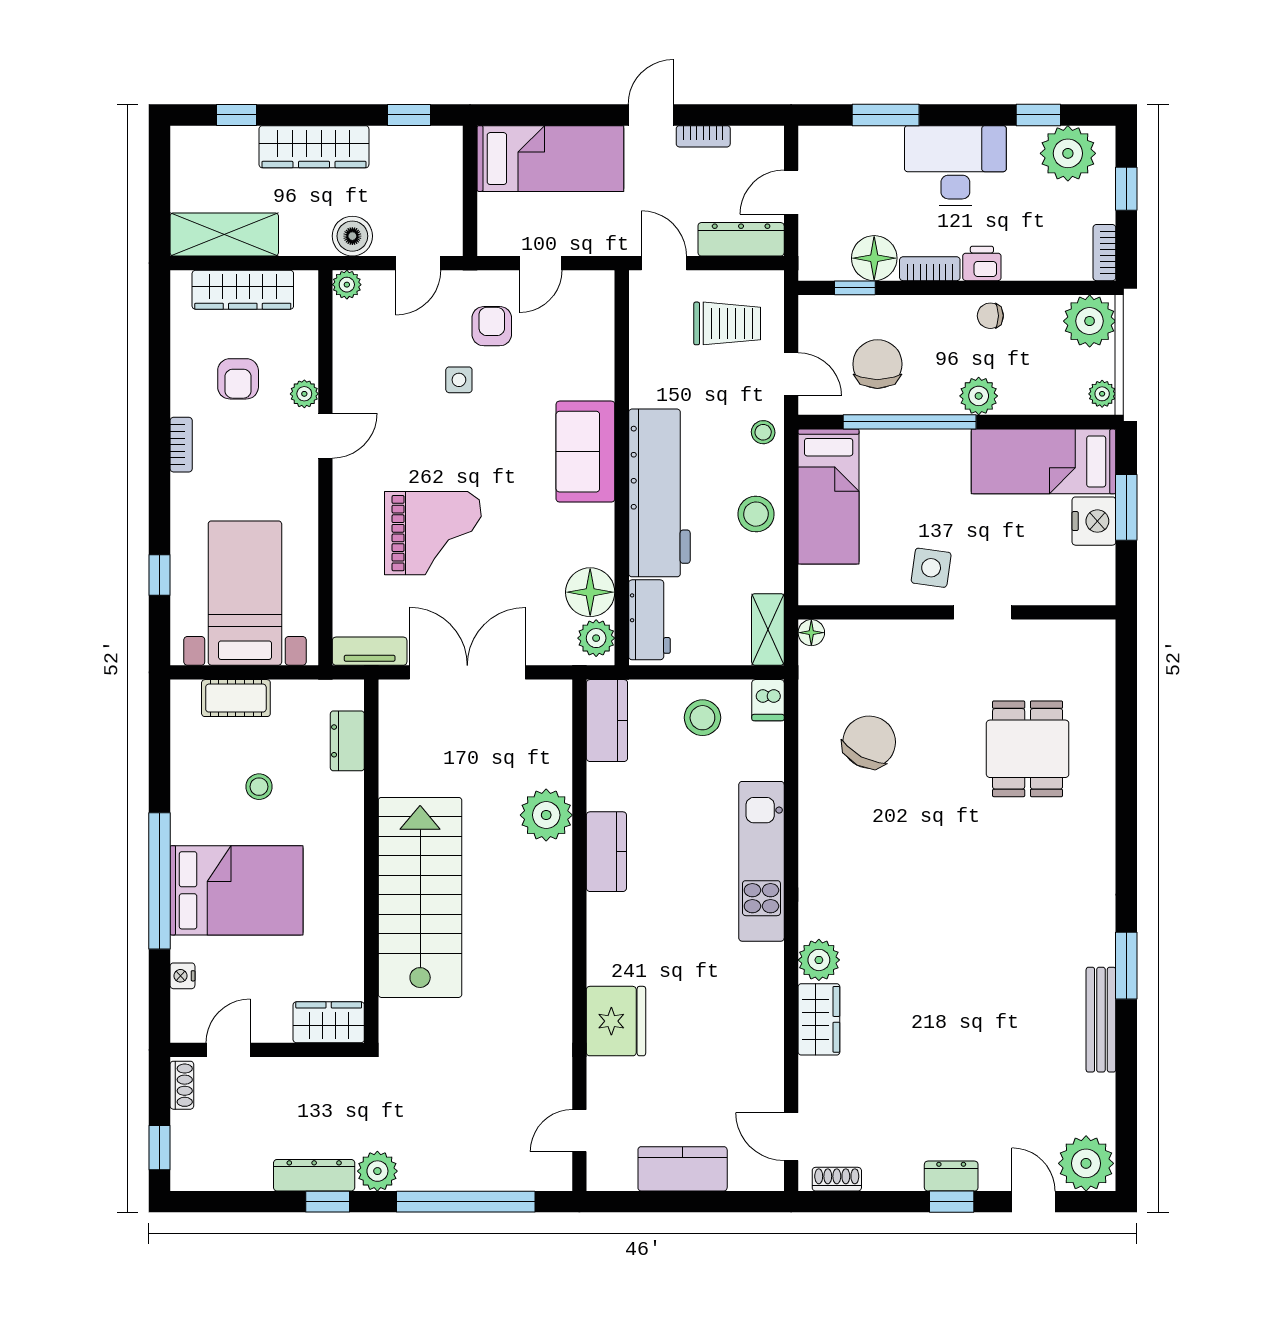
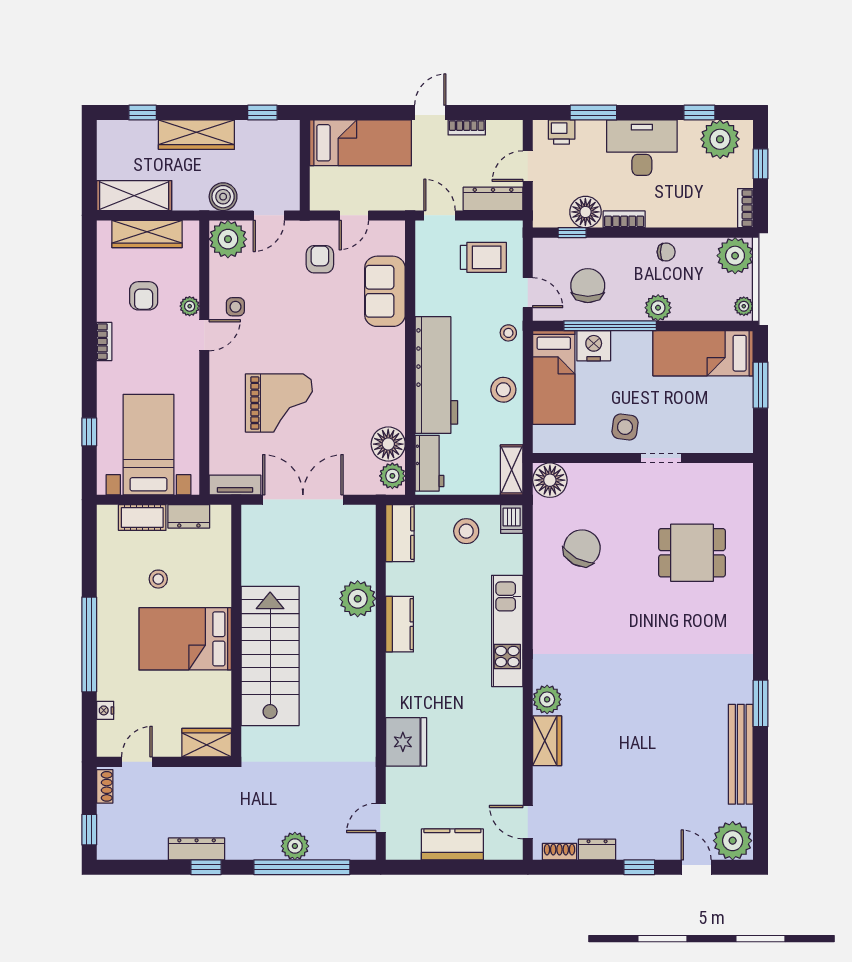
printer: (982, 263) -> (562, 132), moved, turned 180
plant: (347, 285) -> (228, 239), width x1.88, depth x1.88
chair: (990, 316) -> (666, 252), turned 180
side table: (459, 380) -> (235, 307), moved
sofa: (585, 452) -> (385, 291), moved
nightstand: (1094, 521) -> (594, 346), moved, turned -90
floor lamp: (811, 633) -> (550, 480), width x1.89, depth x1.89
dresser: (347, 741) -> (189, 516), moved, turned -90
dining table: (1028, 749) -> (692, 553), turned 90
bed: (237, 890) -> (185, 639), moved, turned 180
bench: (1101, 1020) -> (741, 754), width x1.37, depth x1.21
plant: (377, 1171) -> (295, 846), moved
dresser: (951, 1176) -> (597, 849), moved

